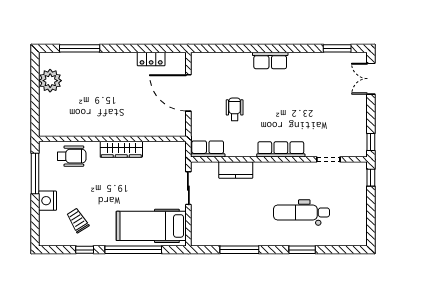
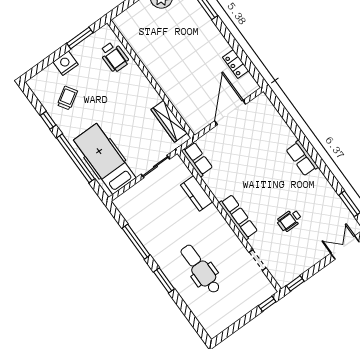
wheelchair: (235, 109) -> (289, 220), moved, turned 180
wardrobe: (121, 149) -> (169, 121), moved
window: (35, 173) -> (80, 38), width x0.69
window: (302, 250) -> (164, 280), moved

